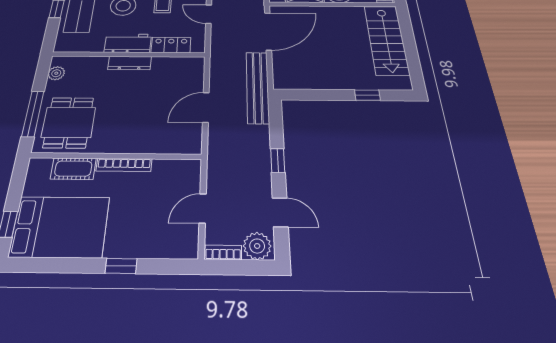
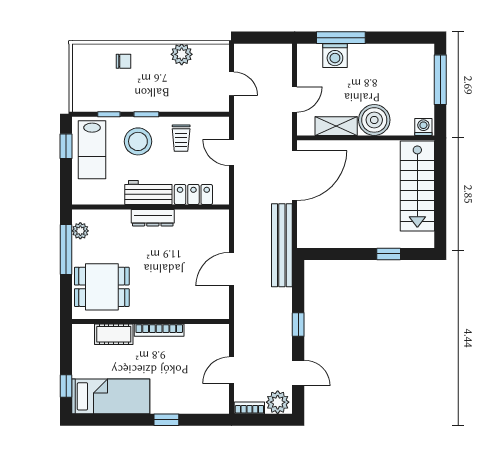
window: (33, 114) -> (66, 249), moved
dining table: (69, 122) -> (102, 287), turned 90
bed: (60, 227) -> (111, 396), width x0.67

